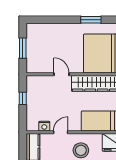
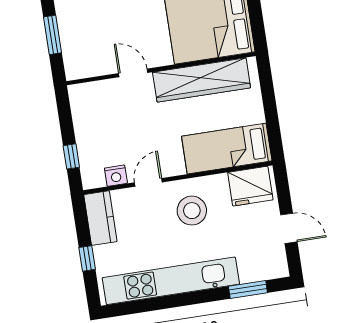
window: (23, 98) -> (71, 156), moved

